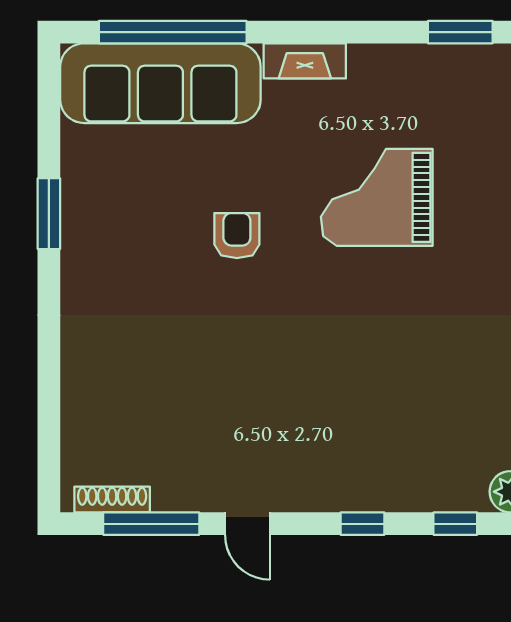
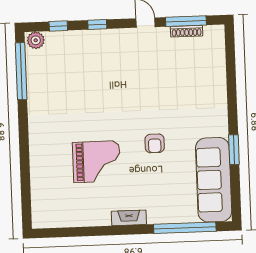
window: (460, 32) -> (64, 232), removed
sofa: (160, 83) -> (214, 180), moved, turned -90
shoe rack: (112, 500) -> (187, 31), moved

